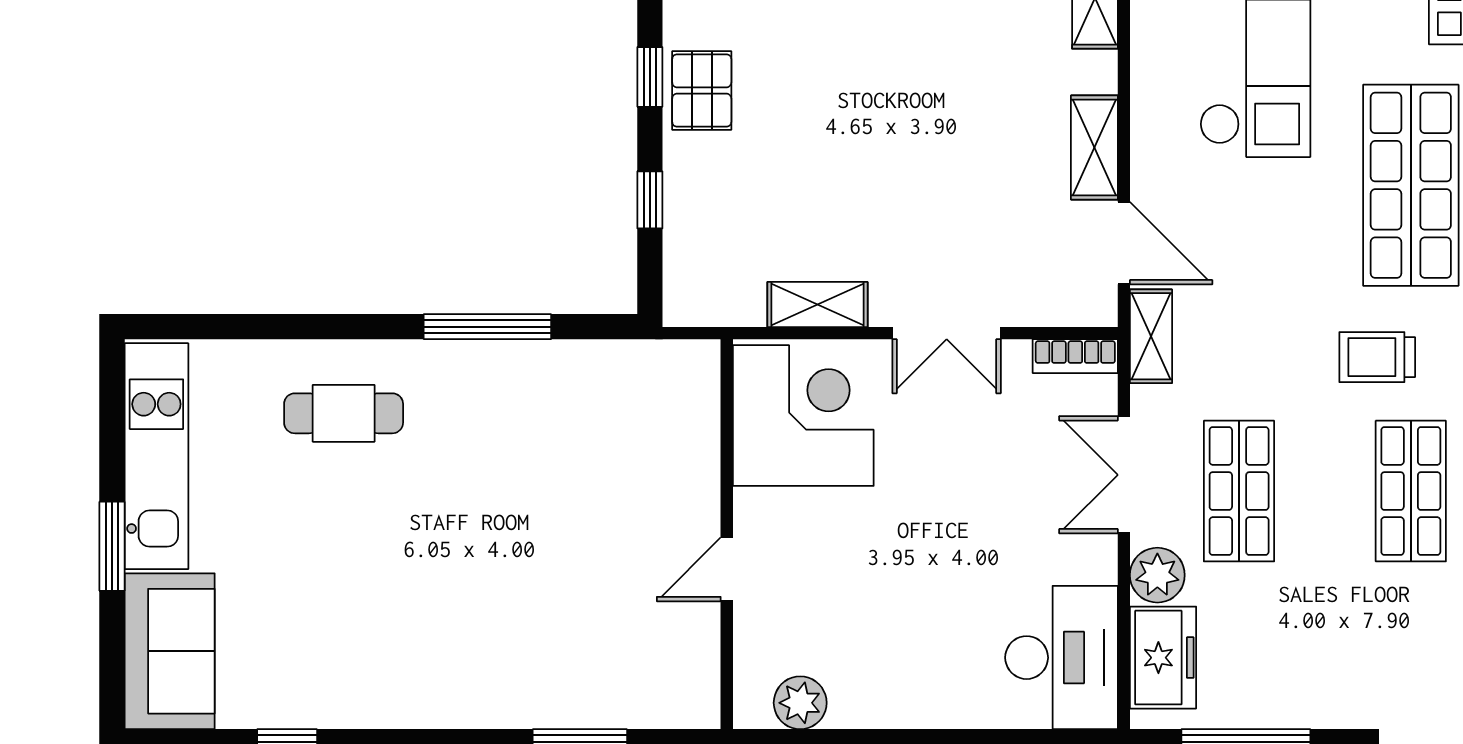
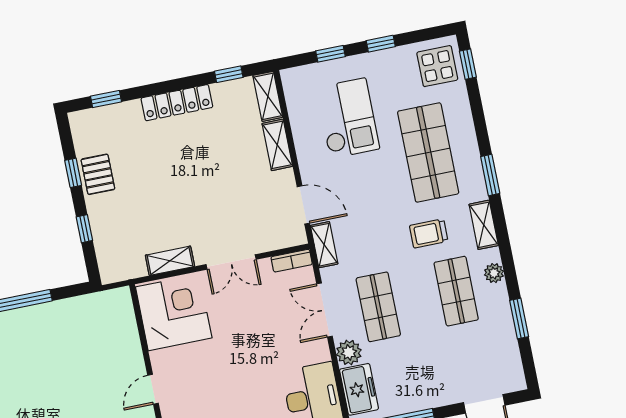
shelving: (1094, 147) -> (277, 145), moved

